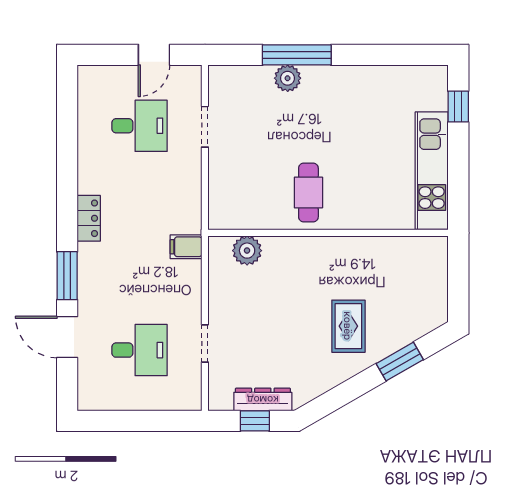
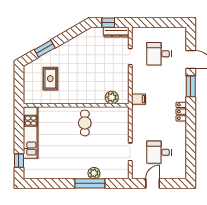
rug: (348, 326) -> (50, 79), moved
dresser: (263, 400) -> (116, 32), moved

